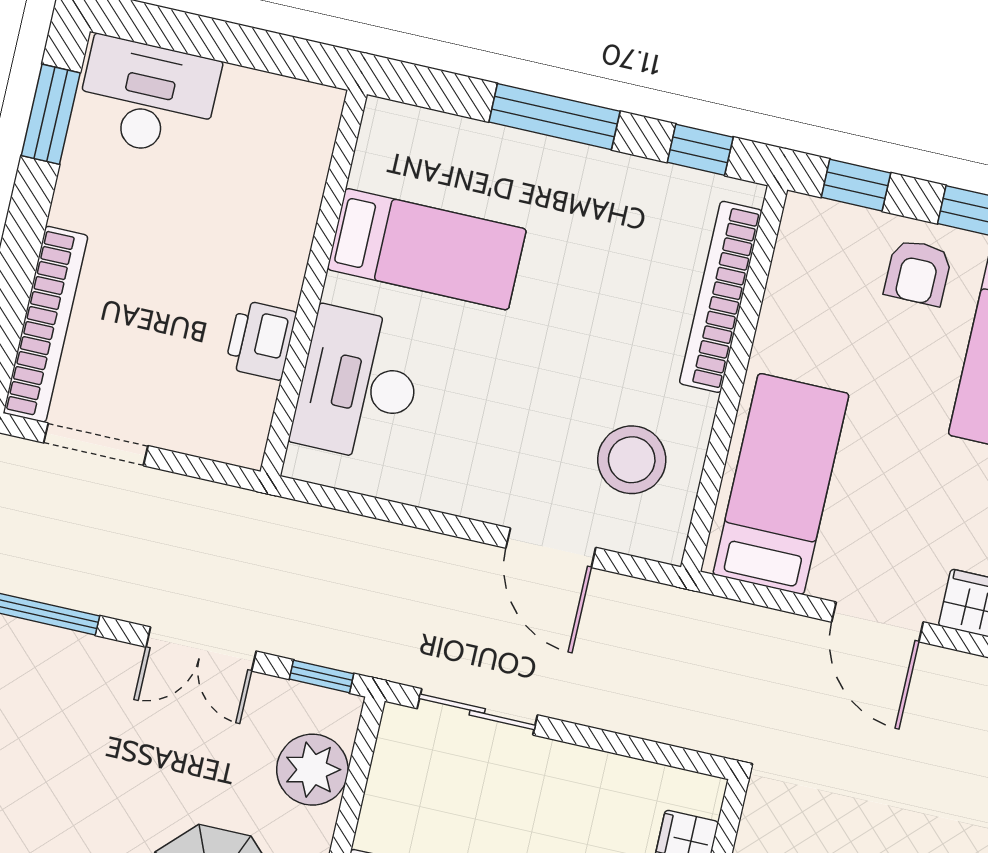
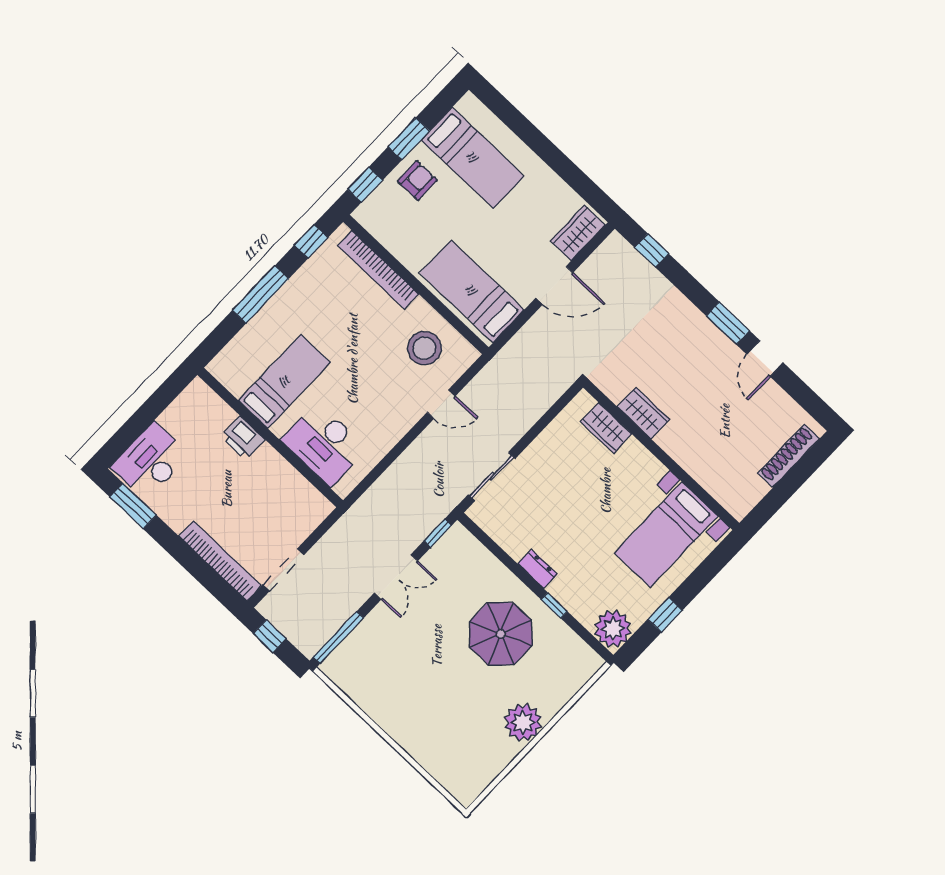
armchair: (918, 272) -> (417, 181), turned -90
printer: (261, 340) -> (243, 438), moved
door: (551, 548) -> (441, 404), width x0.73
plant: (312, 770) -> (475, 560), removed

